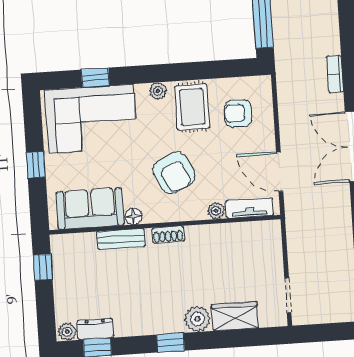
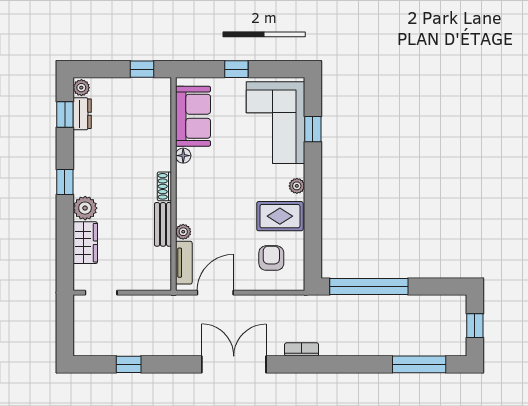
armchair: (174, 173) -> (221, 195), removed
bench: (121, 239) -> (163, 224), moved

